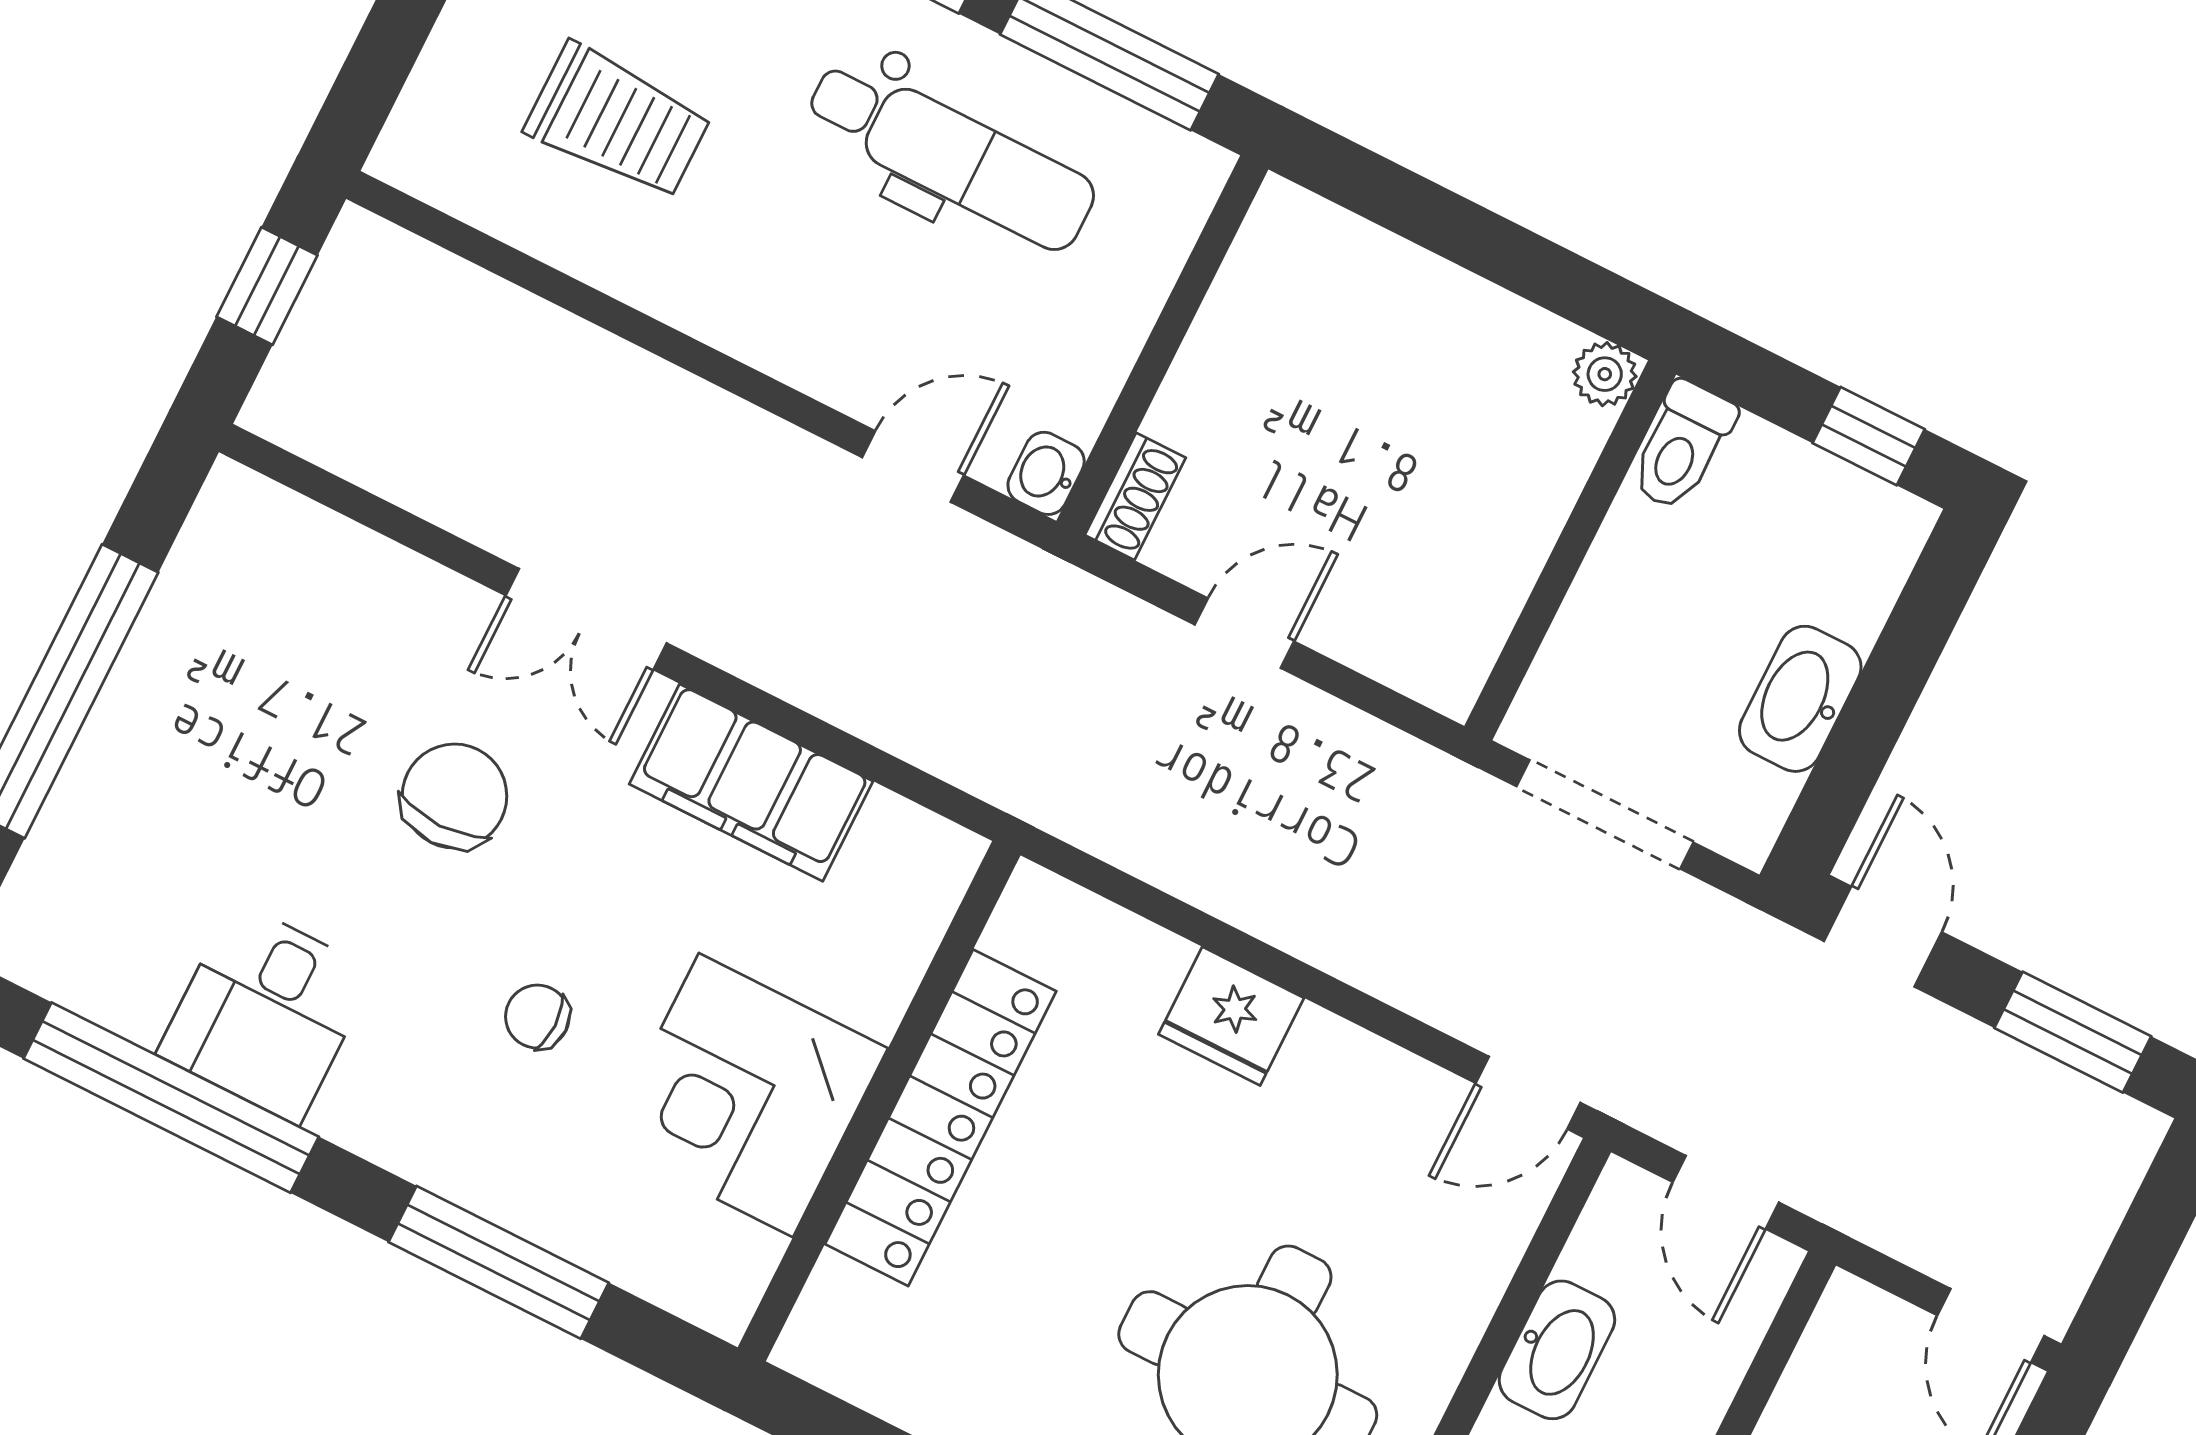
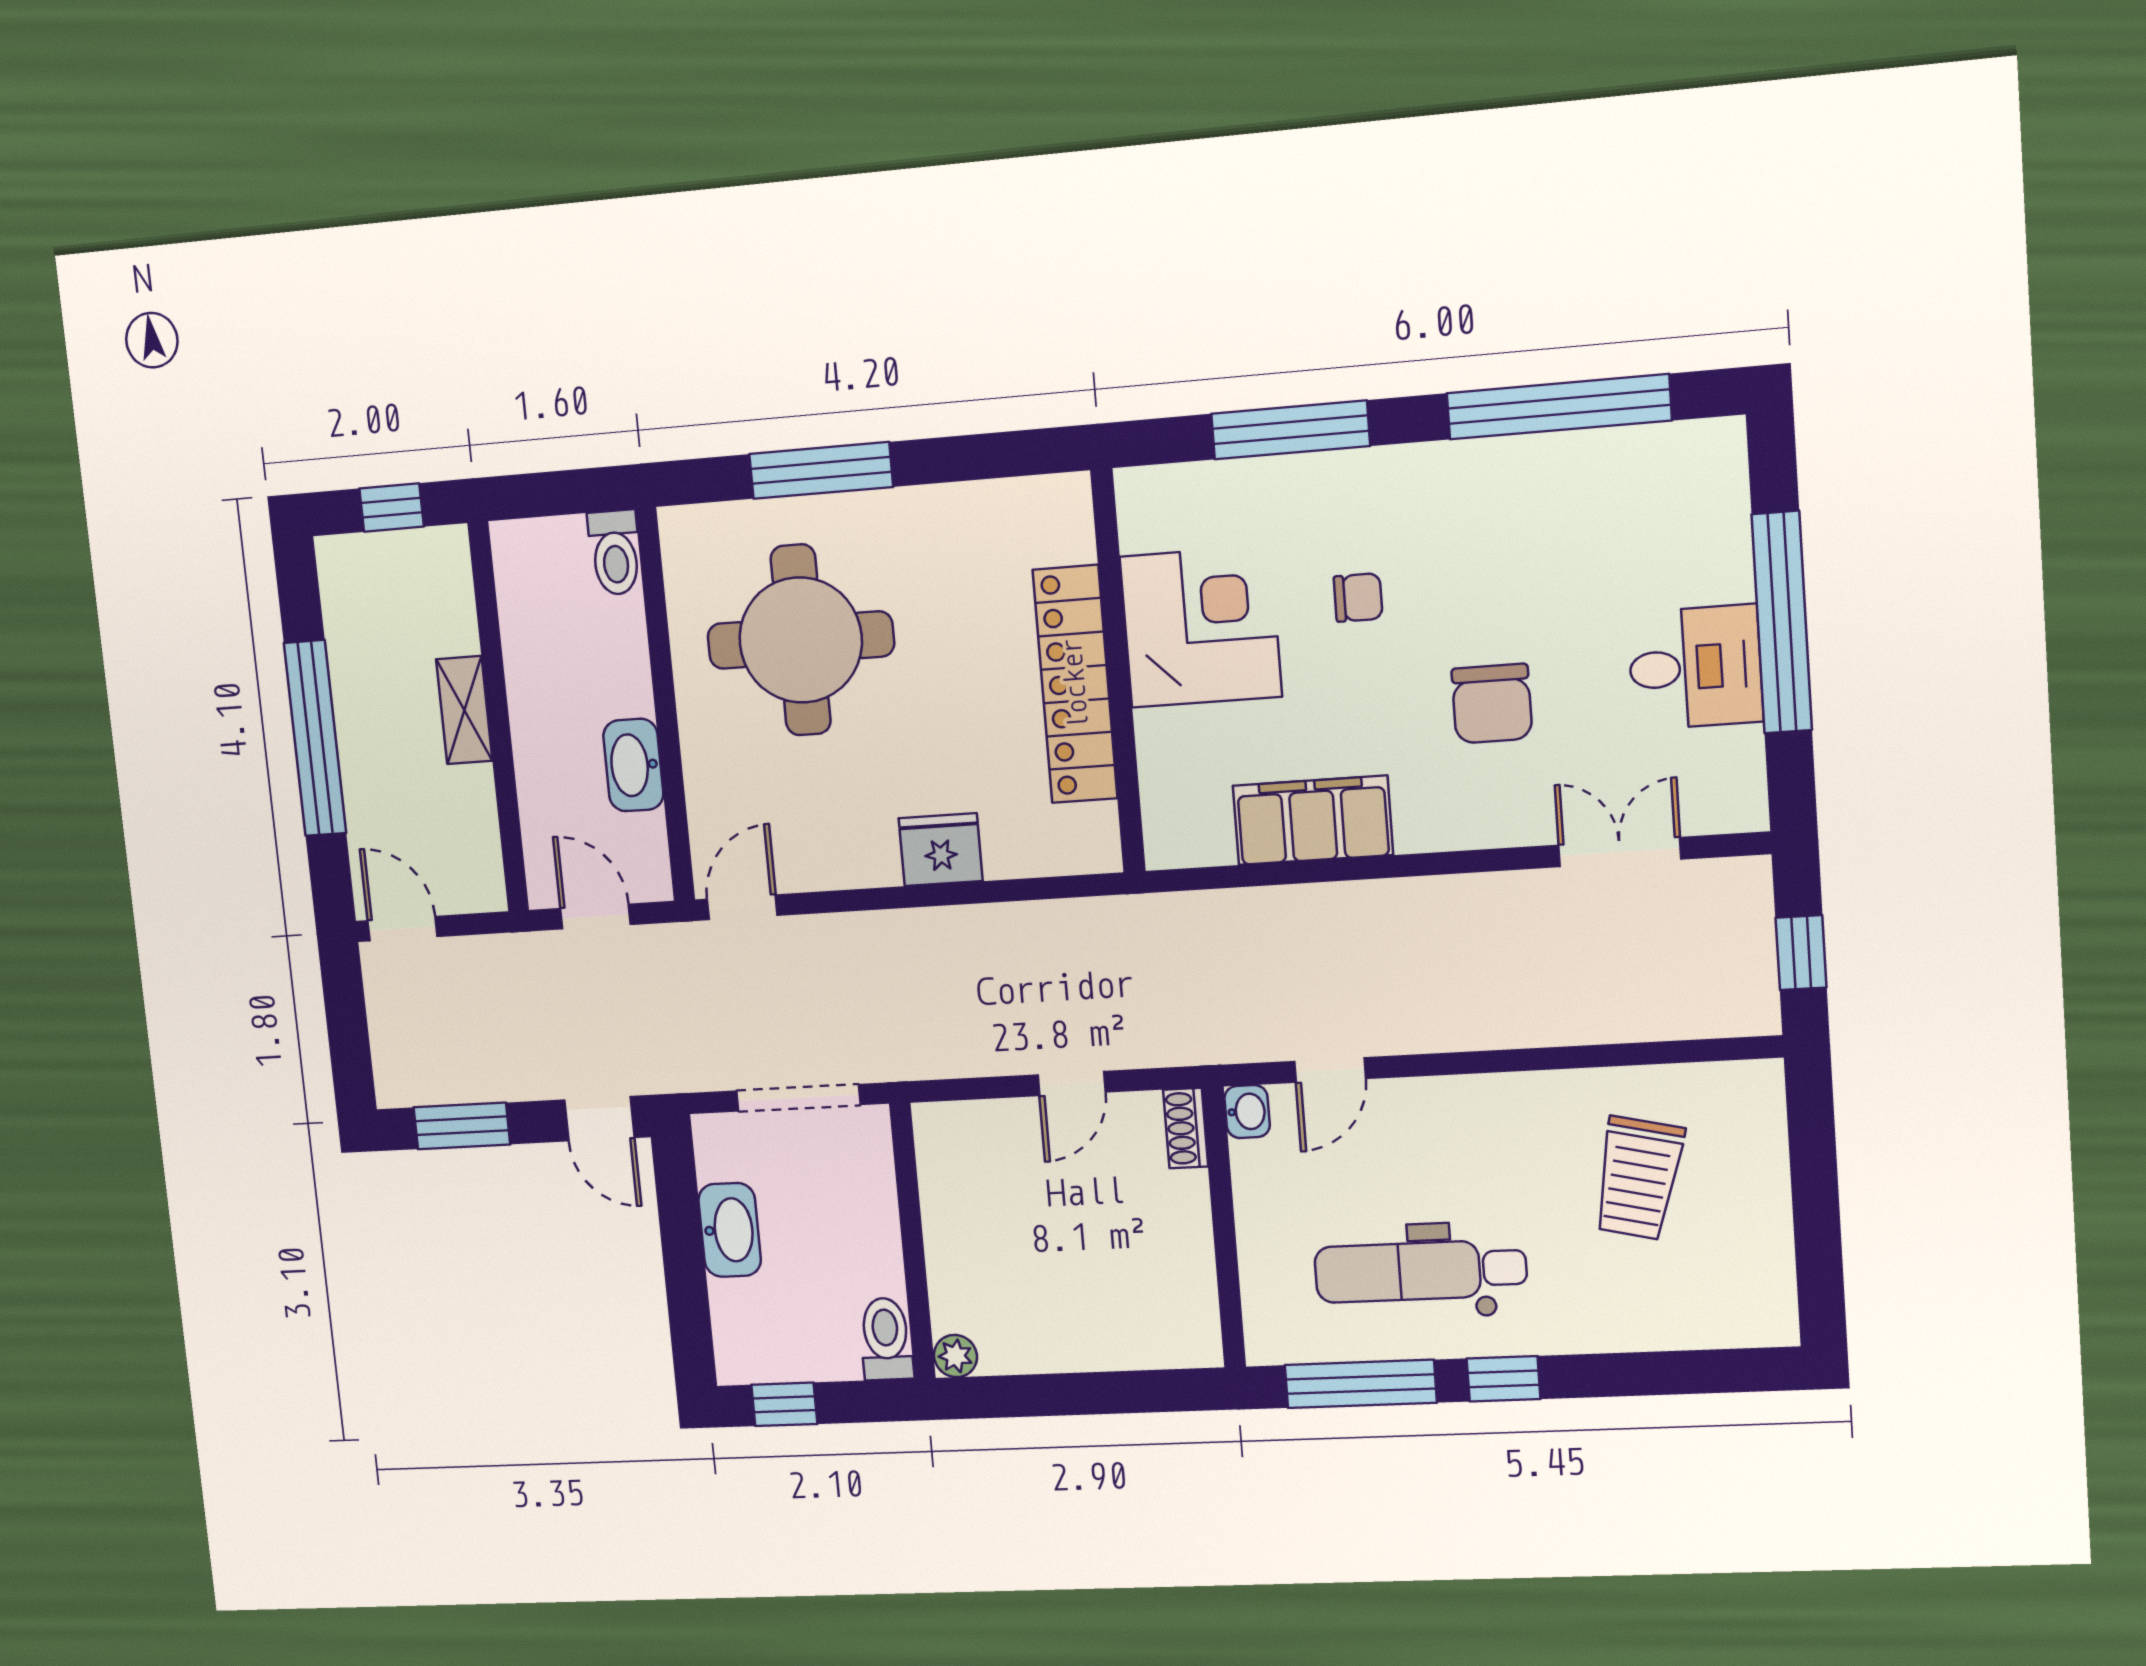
trolley: (618, 122) -> (1638, 1178), turned -77
double door: (586, 619) -> (1620, 852), moved
desk: (266, 1013) -> (1695, 667), moved, turned 90

